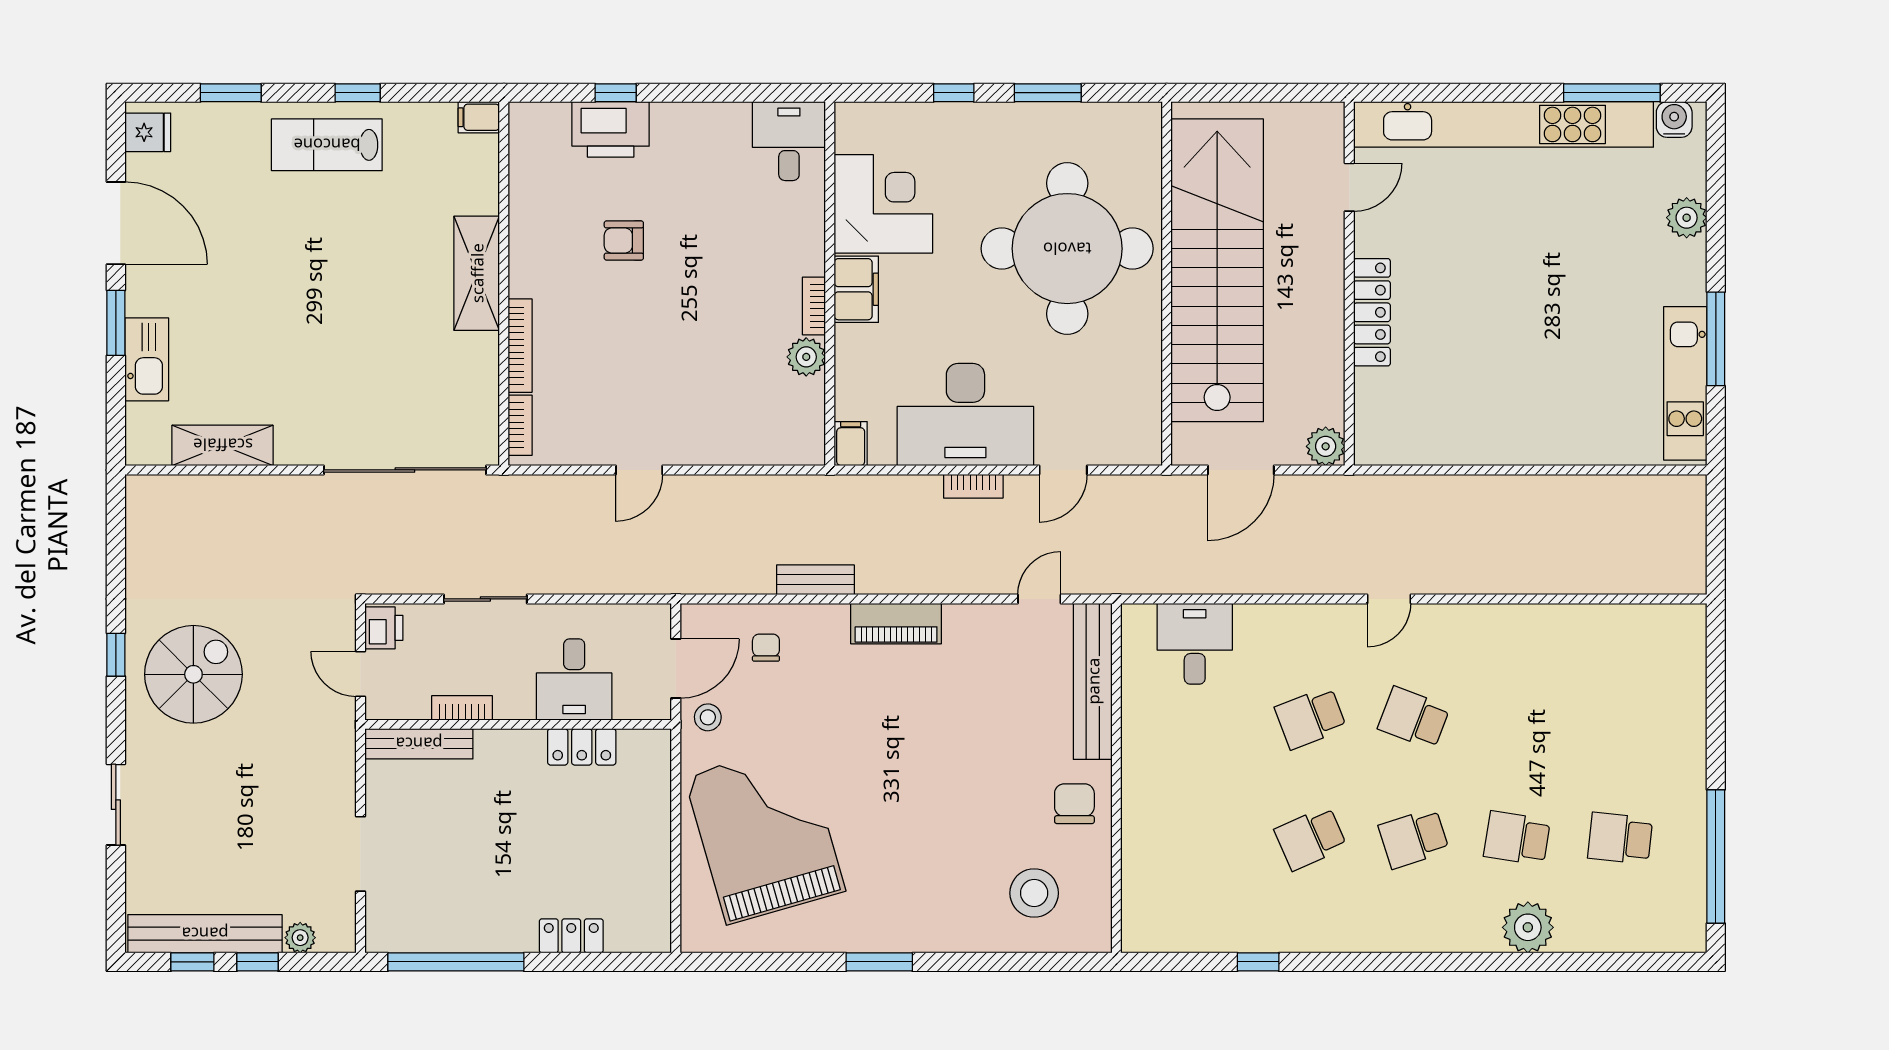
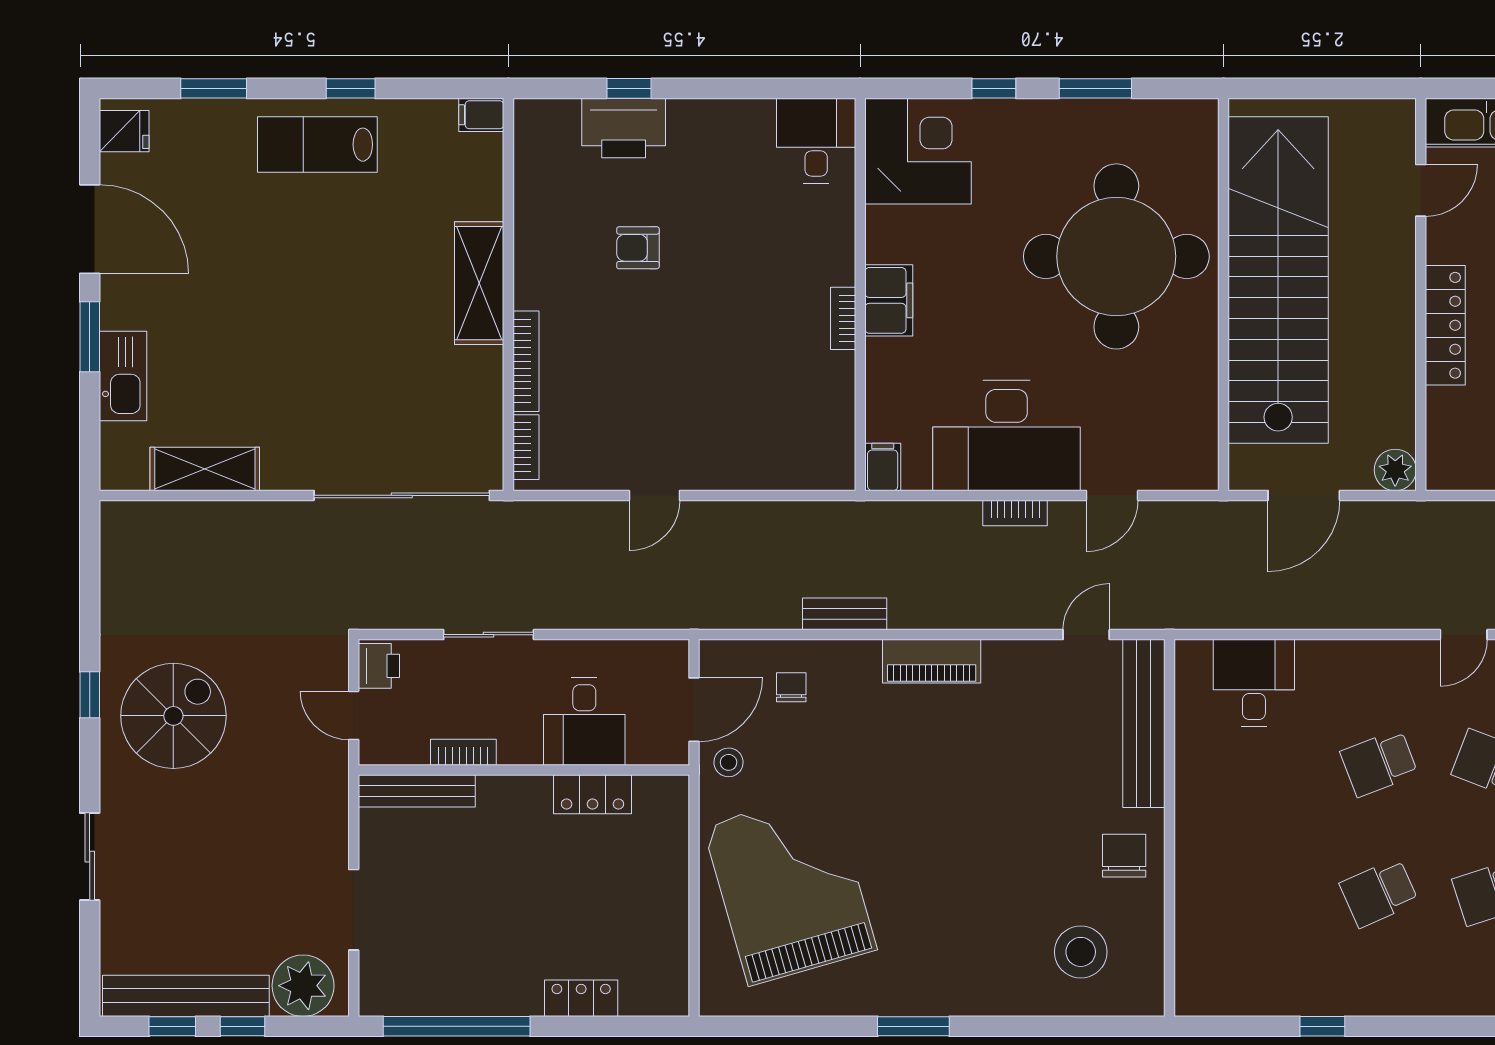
corner desk: (883, 204) -> (918, 151), moved
plant: (806, 357) -> (835, 373), removed
plant: (300, 938) -> (303, 986), width x1.88, depth x1.88

